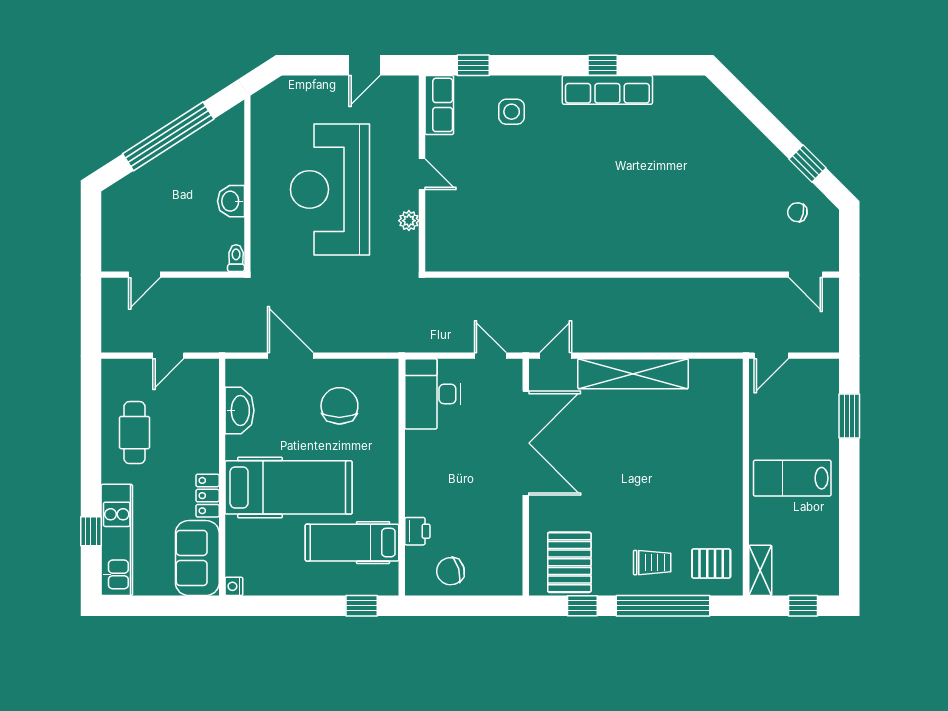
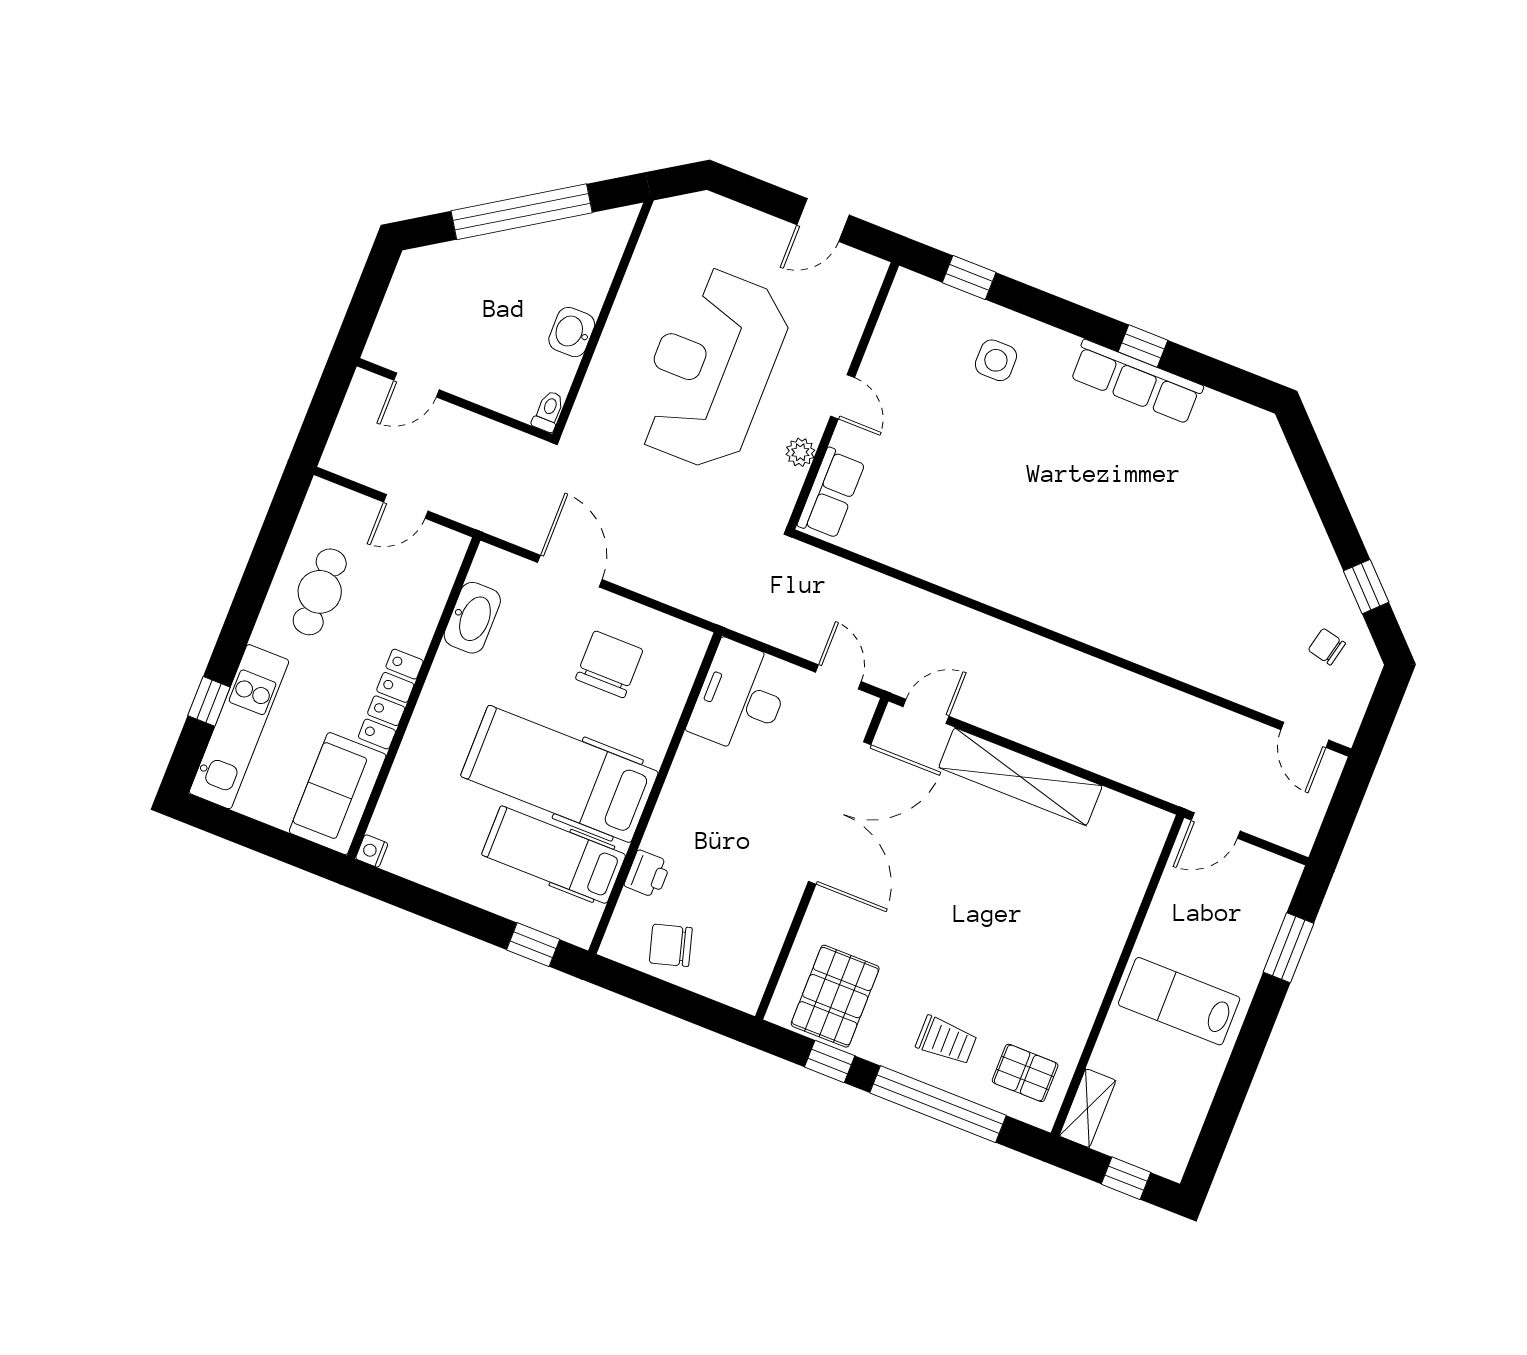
row of seats: (439, 105) -> (831, 494), moved
hospital bed: (289, 487) -> (559, 774), moved, turned 180
locker: (208, 496) -> (391, 699), width x1.53

